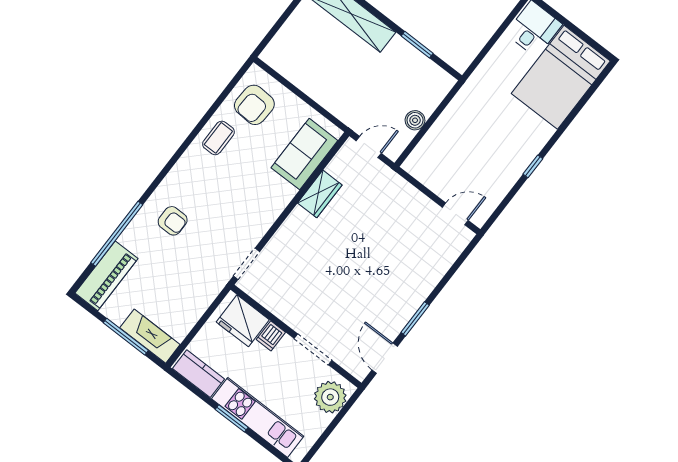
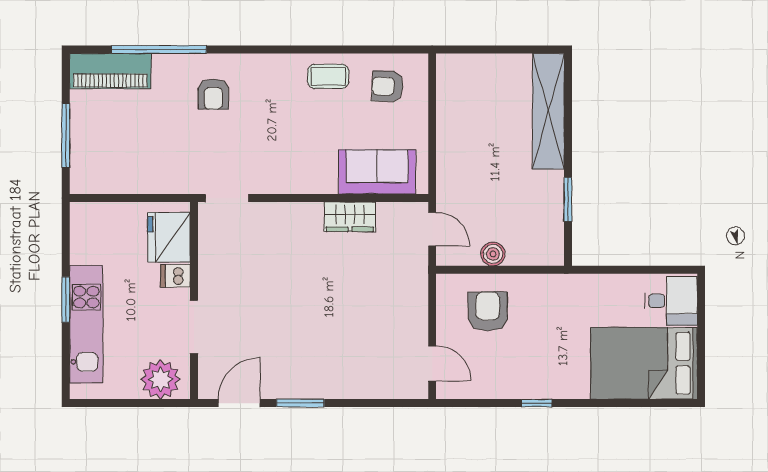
armchair: (254, 105) -> (387, 86), width x0.72, depth x0.72
armchair: (449, 152) -> (488, 311), added
fireplace: (150, 336) -> (84, 159), removed
kitchen counter: (198, 374) -> (84, 234), removed

